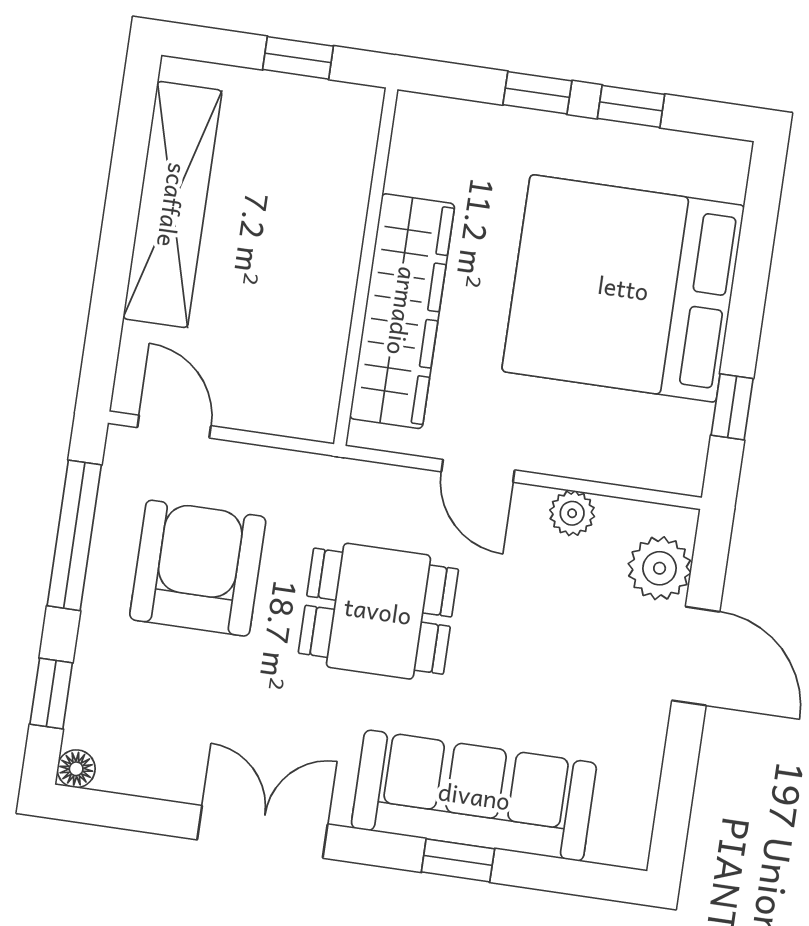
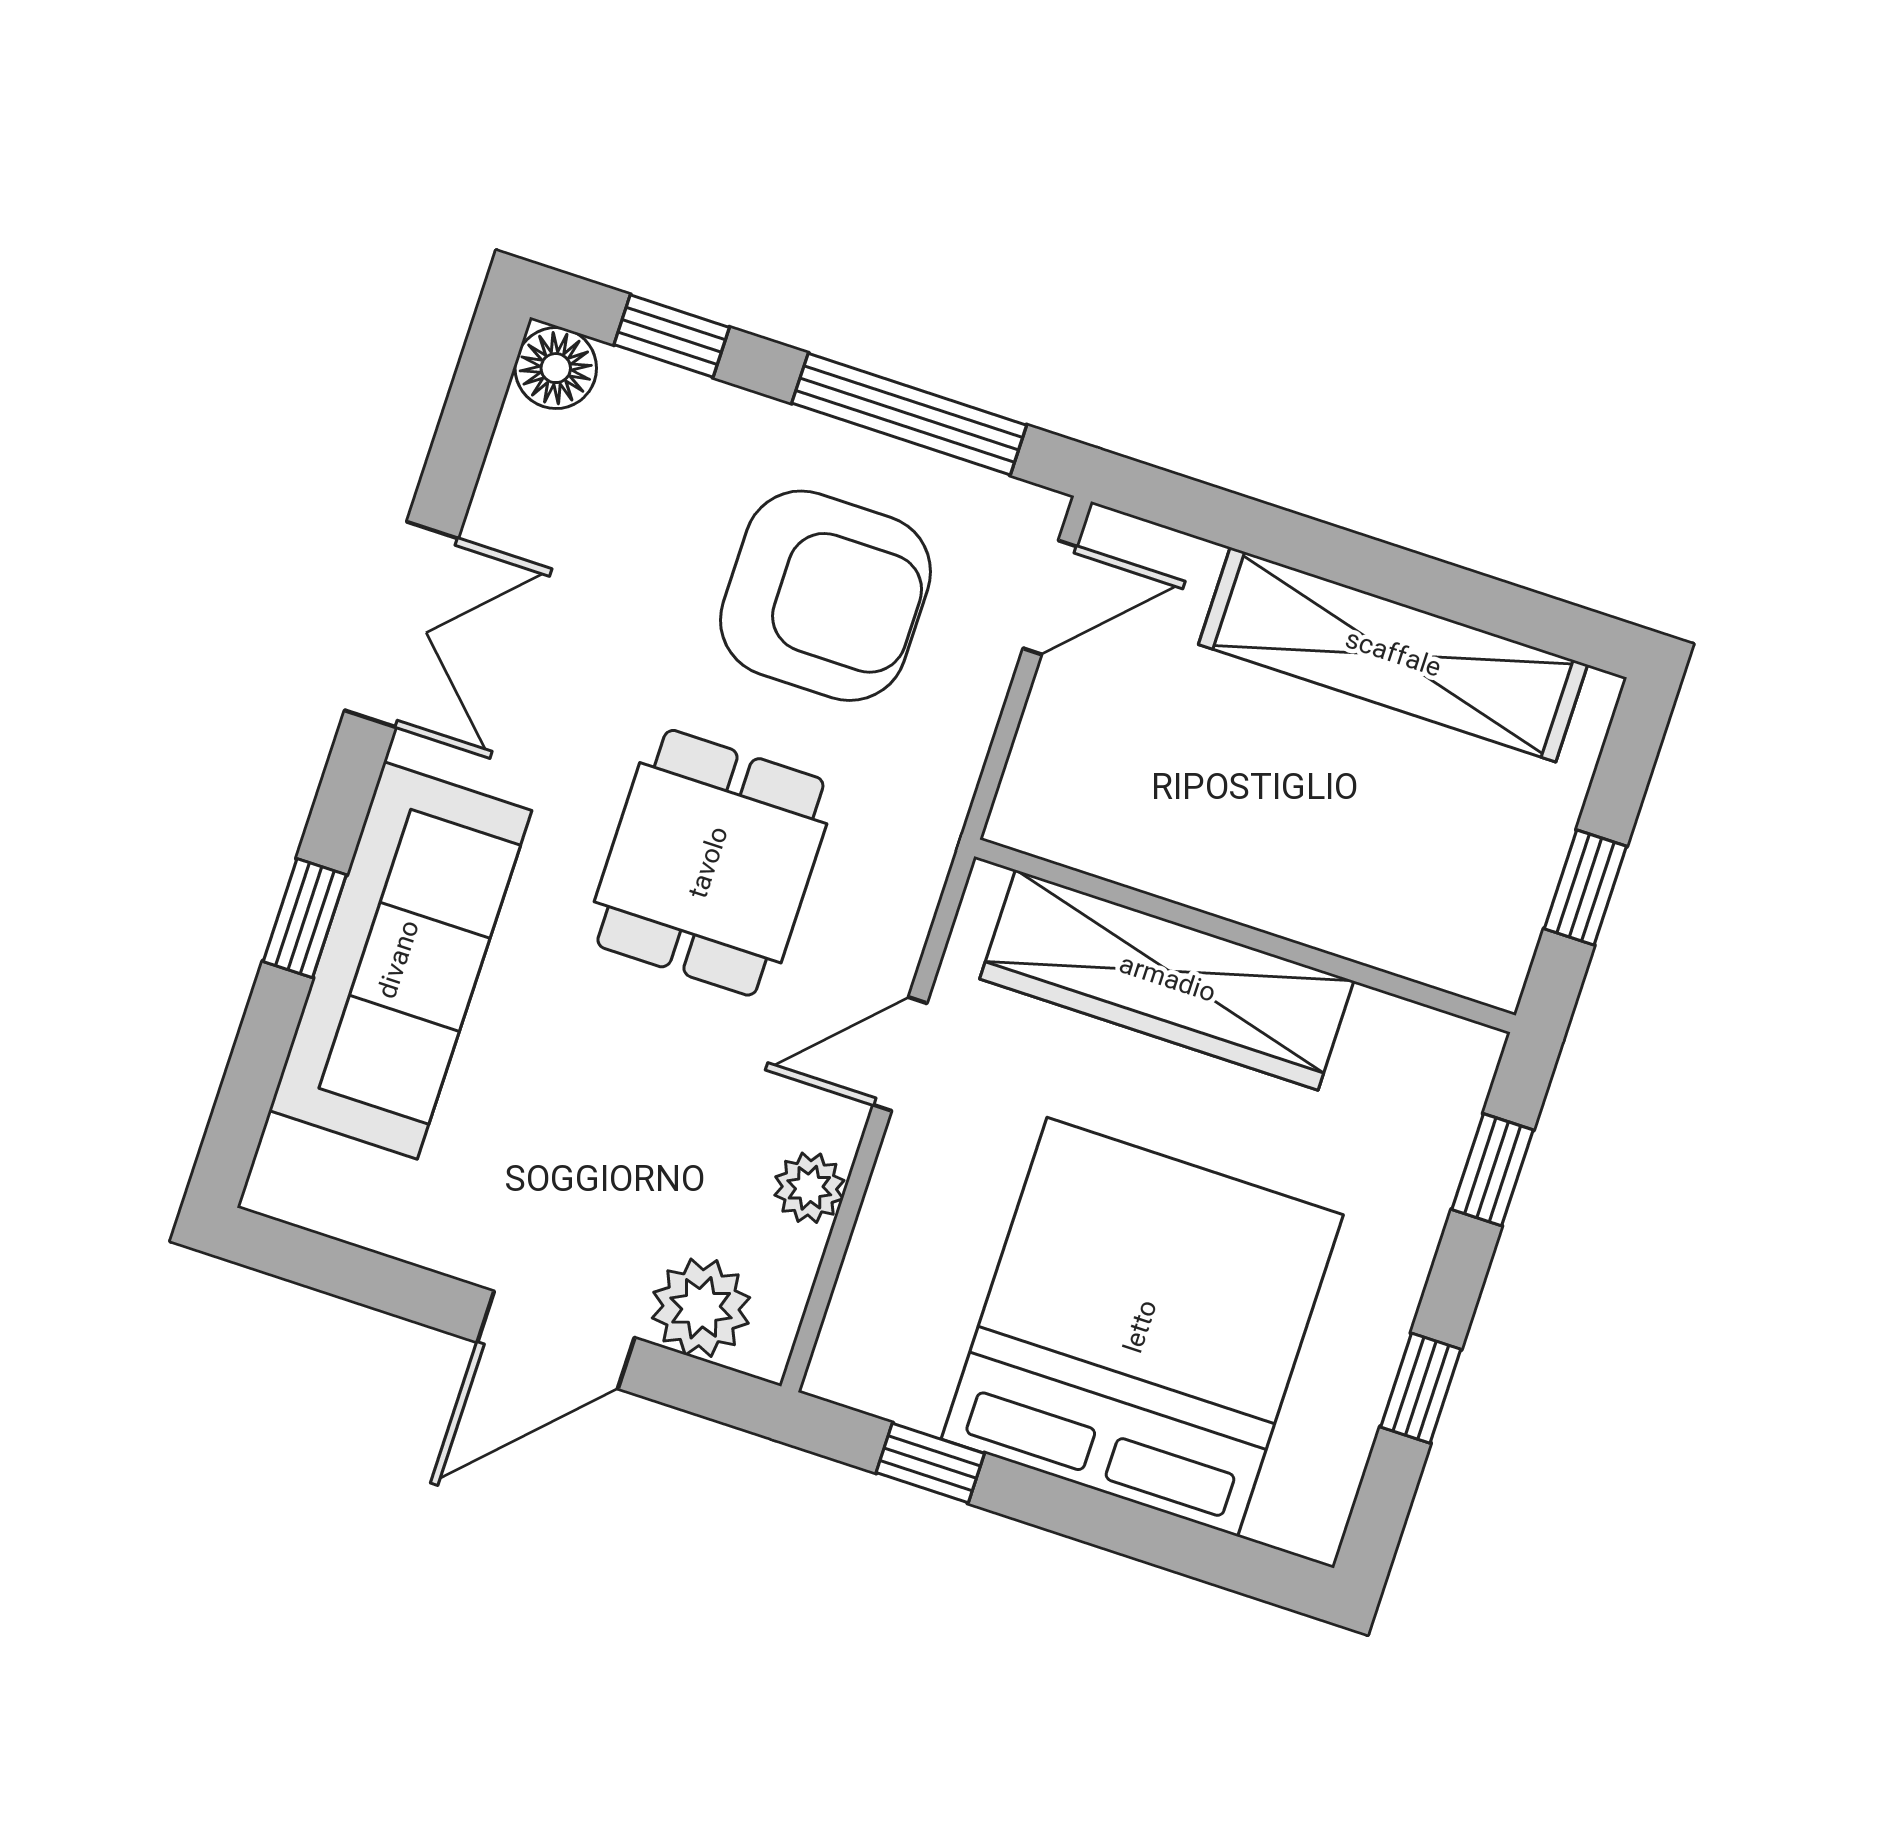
window: (537, 93) -> (1493, 1170), moved
floor lamp: (76, 769) -> (556, 368), width x1.37, depth x1.37

